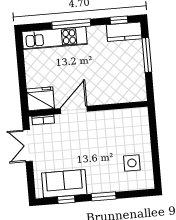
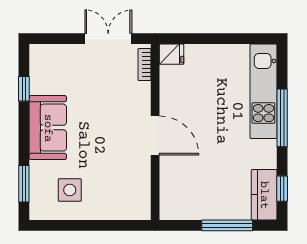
fridge: (40, 99) -> (172, 54), width x0.53, depth x0.75
door: (74, 110) -> (155, 135), moved
sofa: (64, 184) -> (48, 128), moved
window: (104, 196) -> (24, 184), moved

